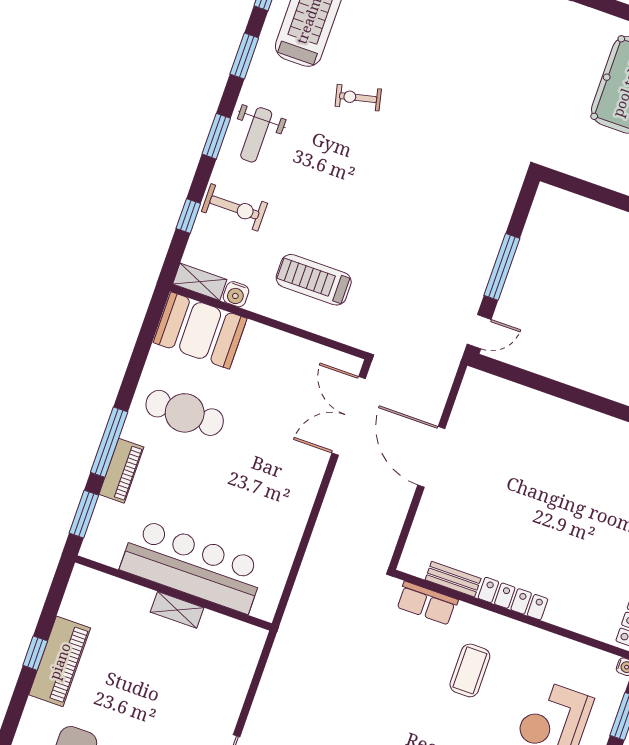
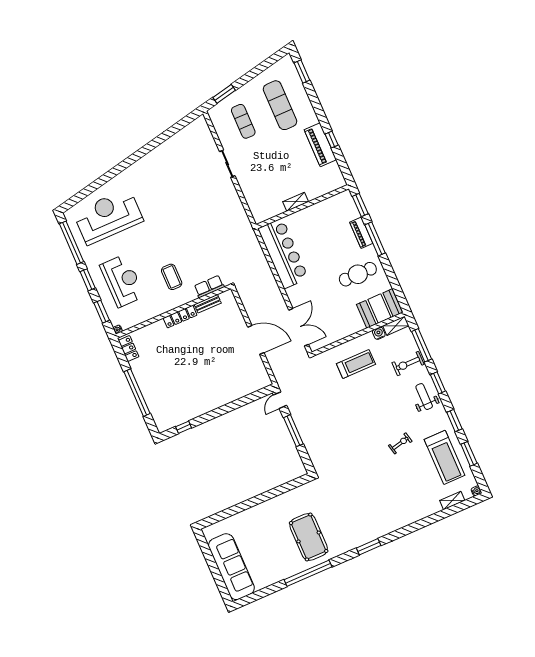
window: (188, 216) -> (422, 345), width x2.17
bar counter: (193, 566) -> (283, 253), moved, turned -90

